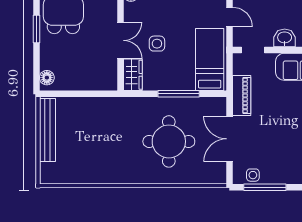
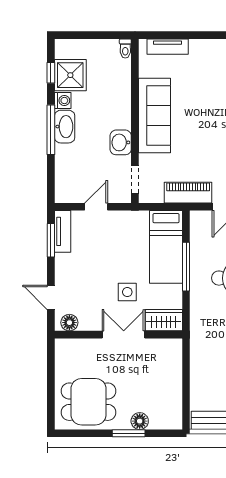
window: (36, 29) -> (129, 433), moved
bed: (210, 60) -> (166, 247), moved, turned -90
floor lamp: (47, 78) -> (140, 421), moved

